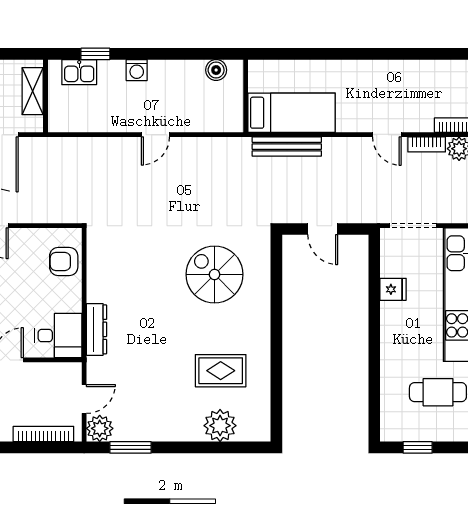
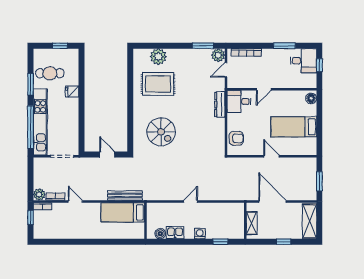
kitchen sink: (79, 72) -> (175, 233), moved
fridge: (393, 289) -> (72, 92), moved
rug: (221, 371) -> (158, 84), width x1.36, depth x1.43

